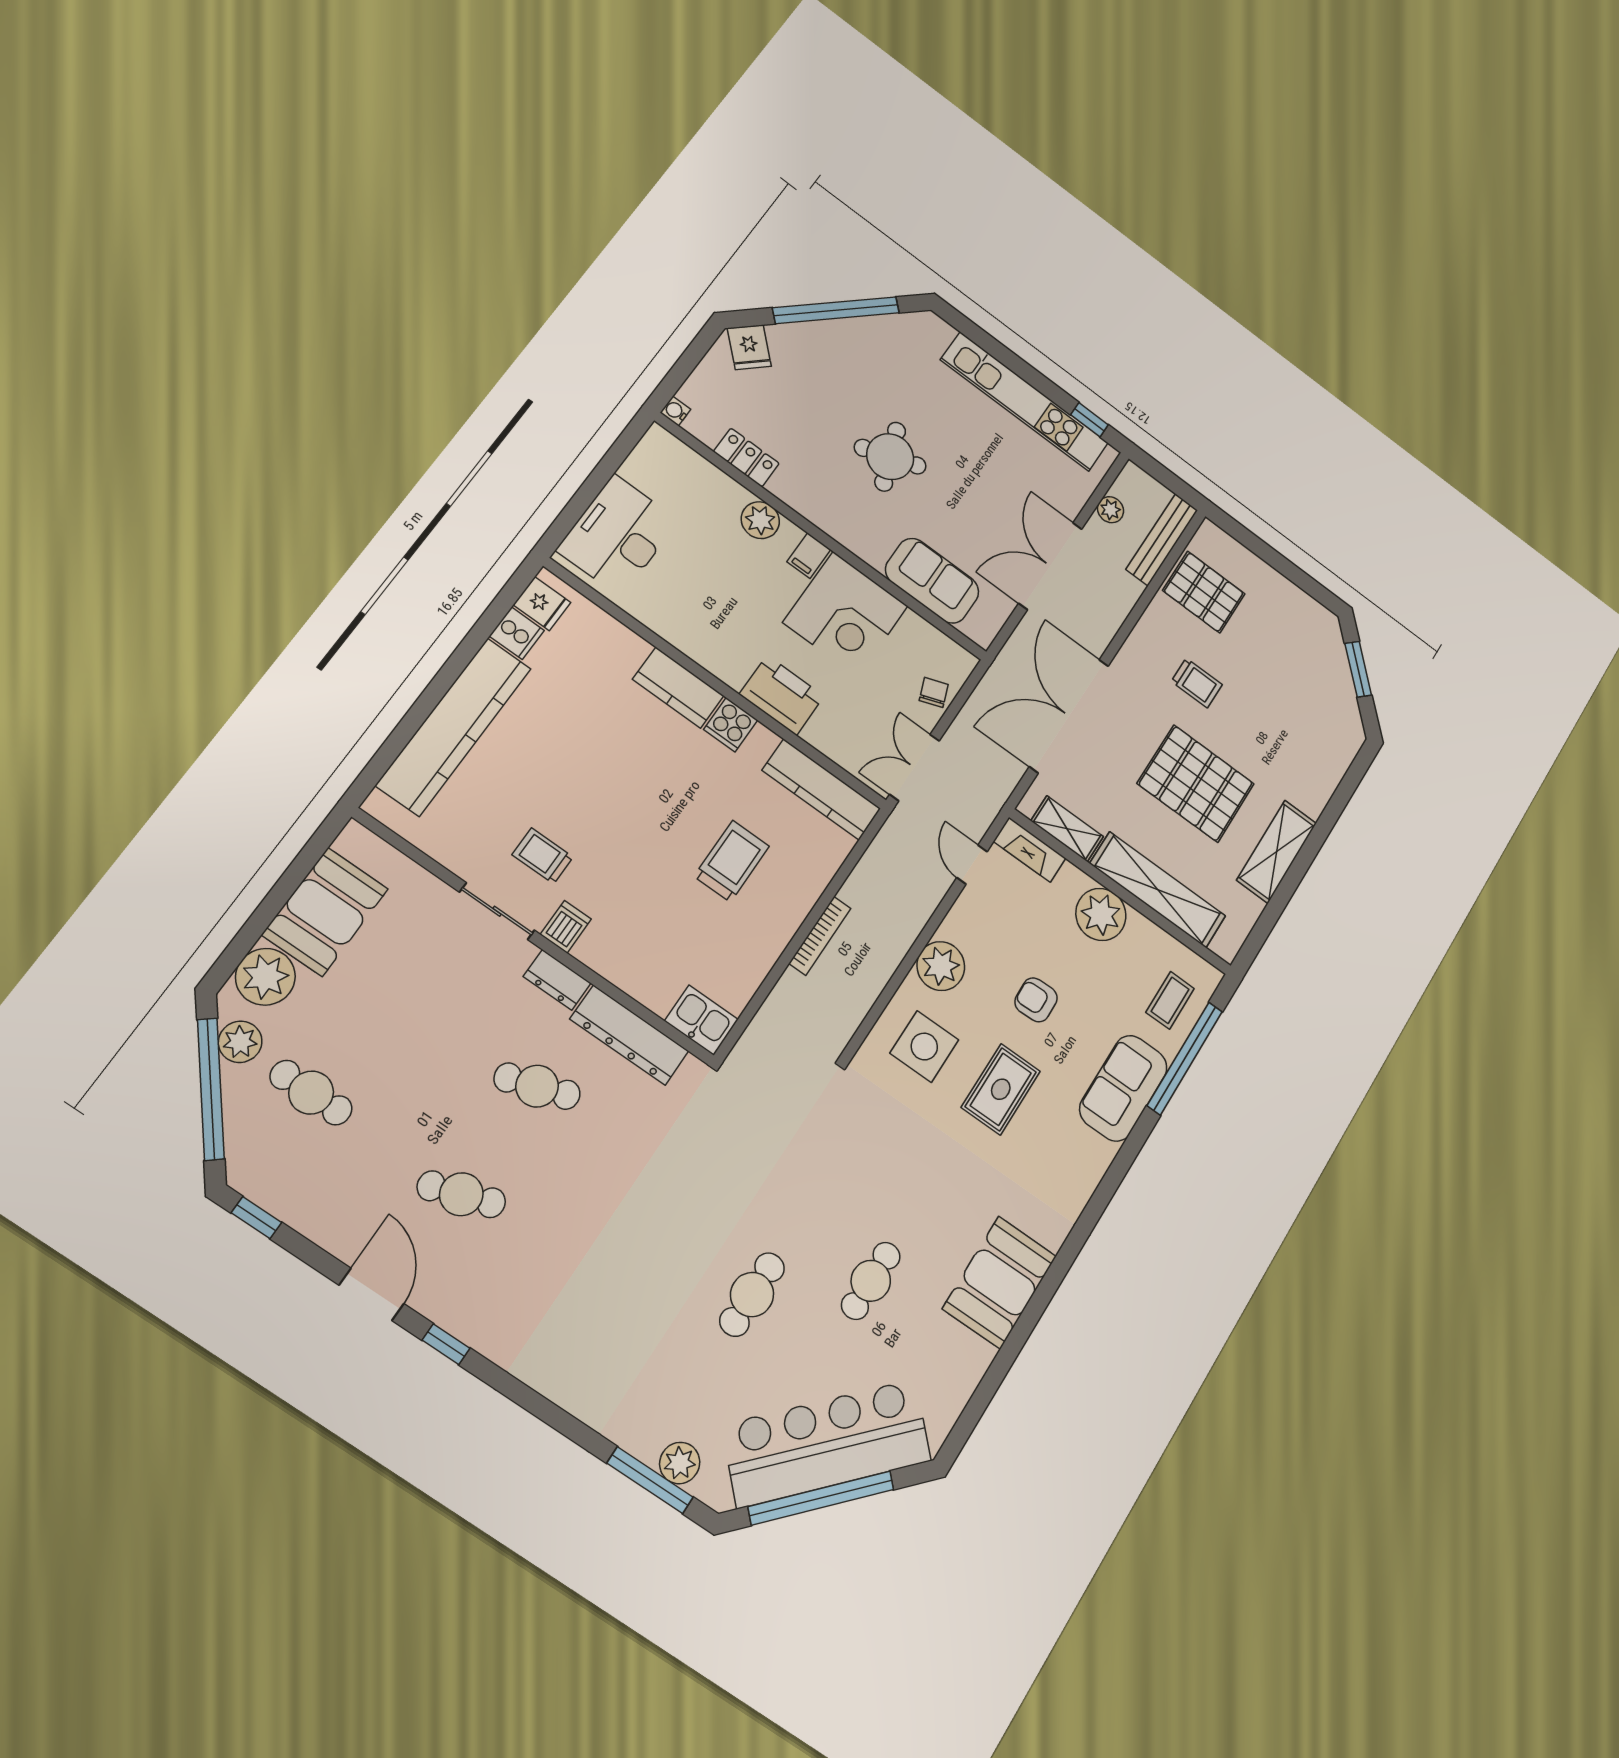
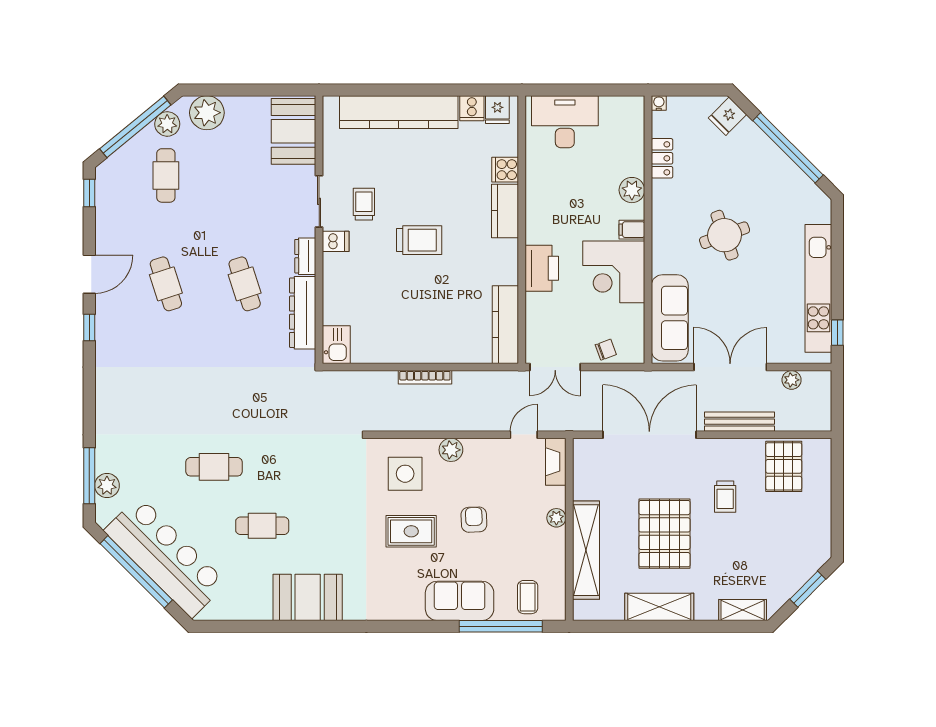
bench: (1162, 540) -> (740, 422), moved
sofa: (932, 581) -> (670, 318), width x1.36
cooker: (731, 725) -> (505, 170), moved
double door: (914, 767) -> (555, 367), swing flipped
shelving: (1067, 829) -> (743, 610), moved, turned 90
trolley: (732, 861) -> (419, 240), moved
booth: (325, 912) -> (294, 131), moved, turned 90
plant: (1101, 914) -> (556, 518), width x0.53, depth x0.53
plant: (941, 966) -> (451, 450), width x0.73, depth x0.73
coffee table: (1170, 1000) -> (528, 597), turned 90

